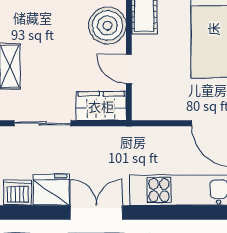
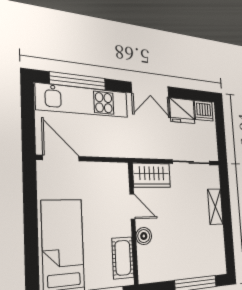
boiler: (107, 25) -> (144, 236), width x0.54, depth x0.54
window: (189, 212) -> (78, 81), added

